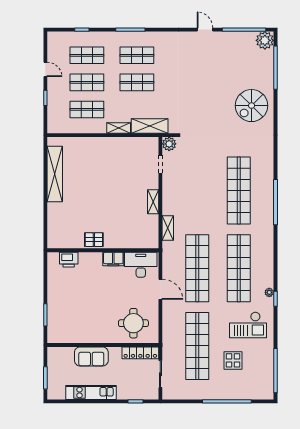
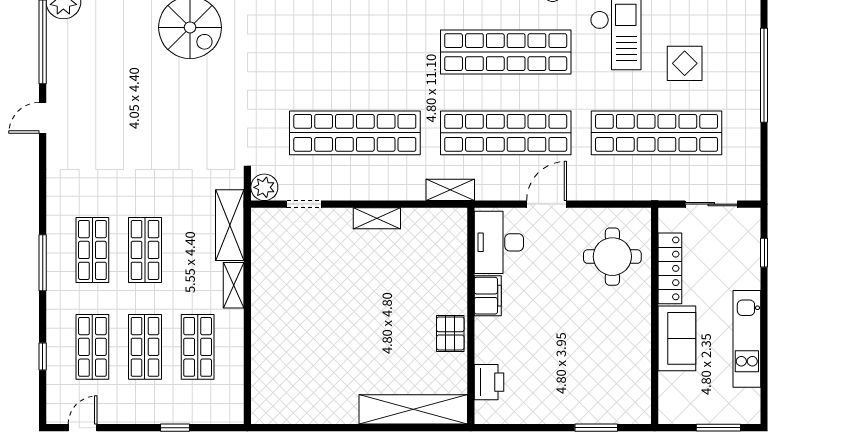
door: (45, 69) -> (83, 428), moved
shelving: (55, 174) -> (413, 409), moved
shop shelf: (239, 191) -> (355, 133), moved
shelving: (168, 228) -> (450, 190), moved
locker: (140, 353) -> (670, 268), moved

